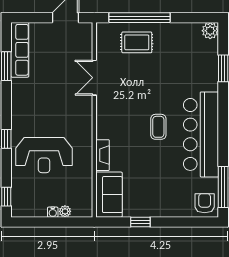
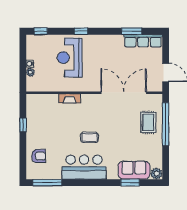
double door: (94, 78) -> (124, 93), width x1.87
bar counter: (201, 134) -> (84, 167), width x0.73
sofa: (109, 195) -> (134, 170), moved, turned 180
armchair: (205, 203) -> (39, 156), moved

